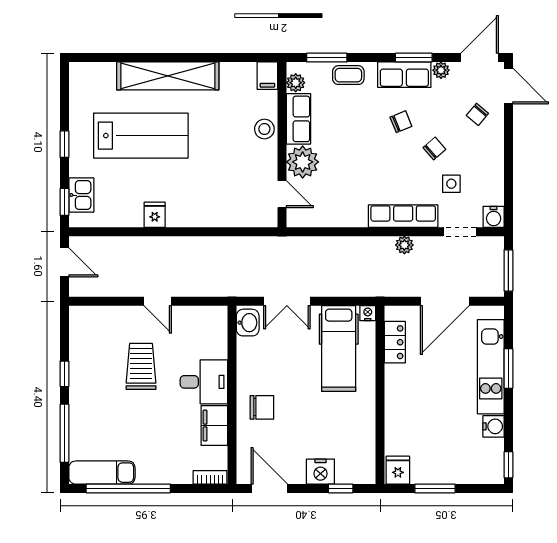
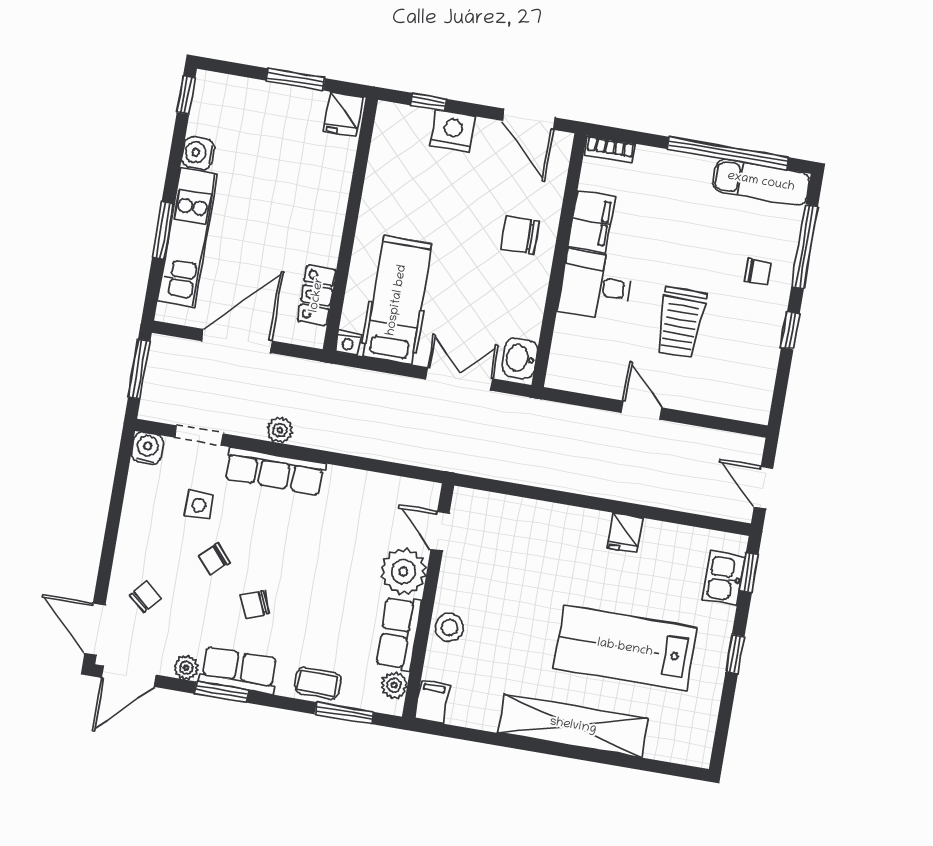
chair: (94, 410) -> (757, 272), added

